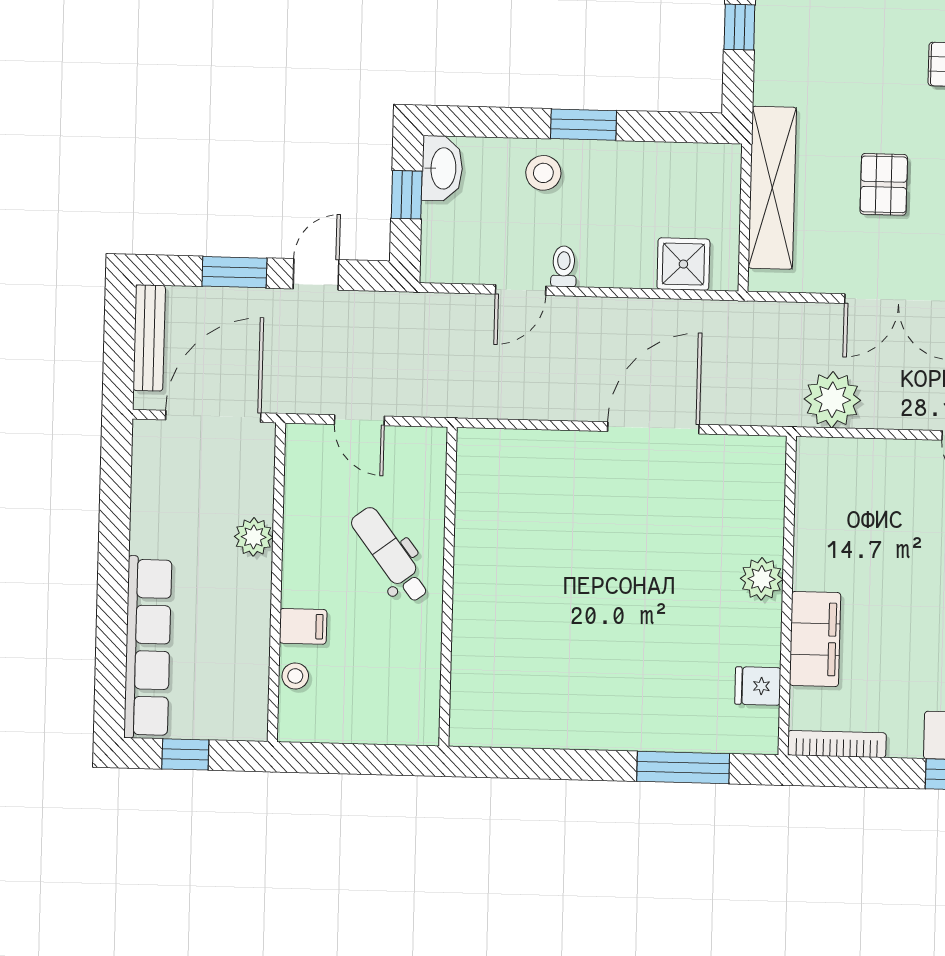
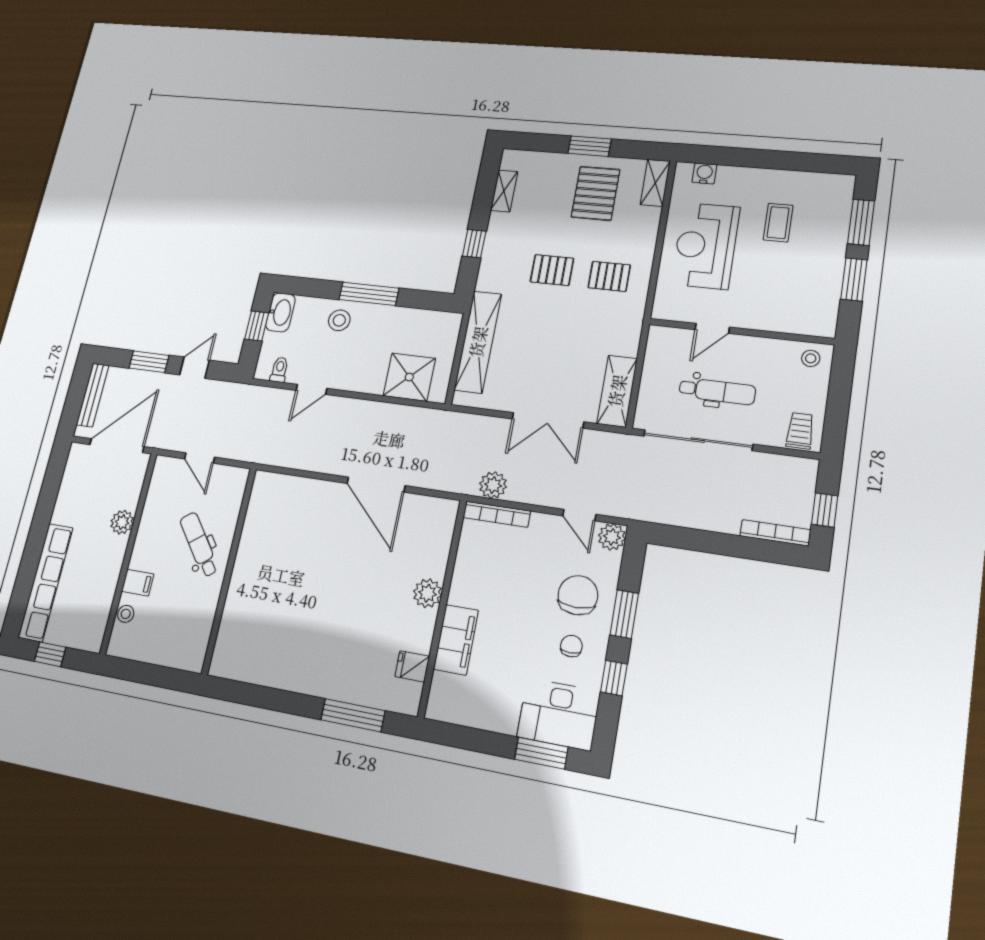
window: (584, 125) -> (369, 294), width x1.44
pallet: (884, 184) -> (552, 270), moved, turned 90
shower: (683, 264) -> (409, 377), width x1.36, depth x1.36
toilet: (564, 266) -> (279, 370), moved
plant: (832, 400) -> (493, 485), width x0.73, depth x0.73
door: (653, 428) -> (376, 485), swing flipped
bookcase: (837, 744) -> (497, 514), moved, turned 180

